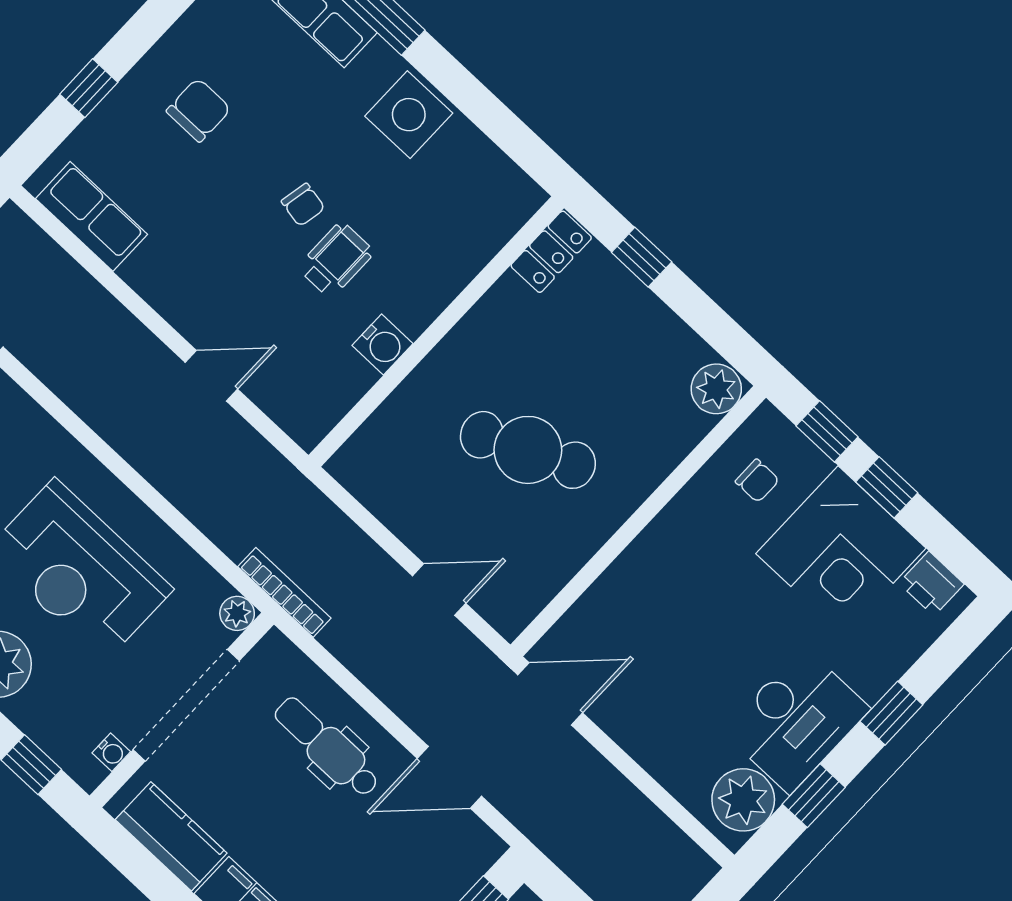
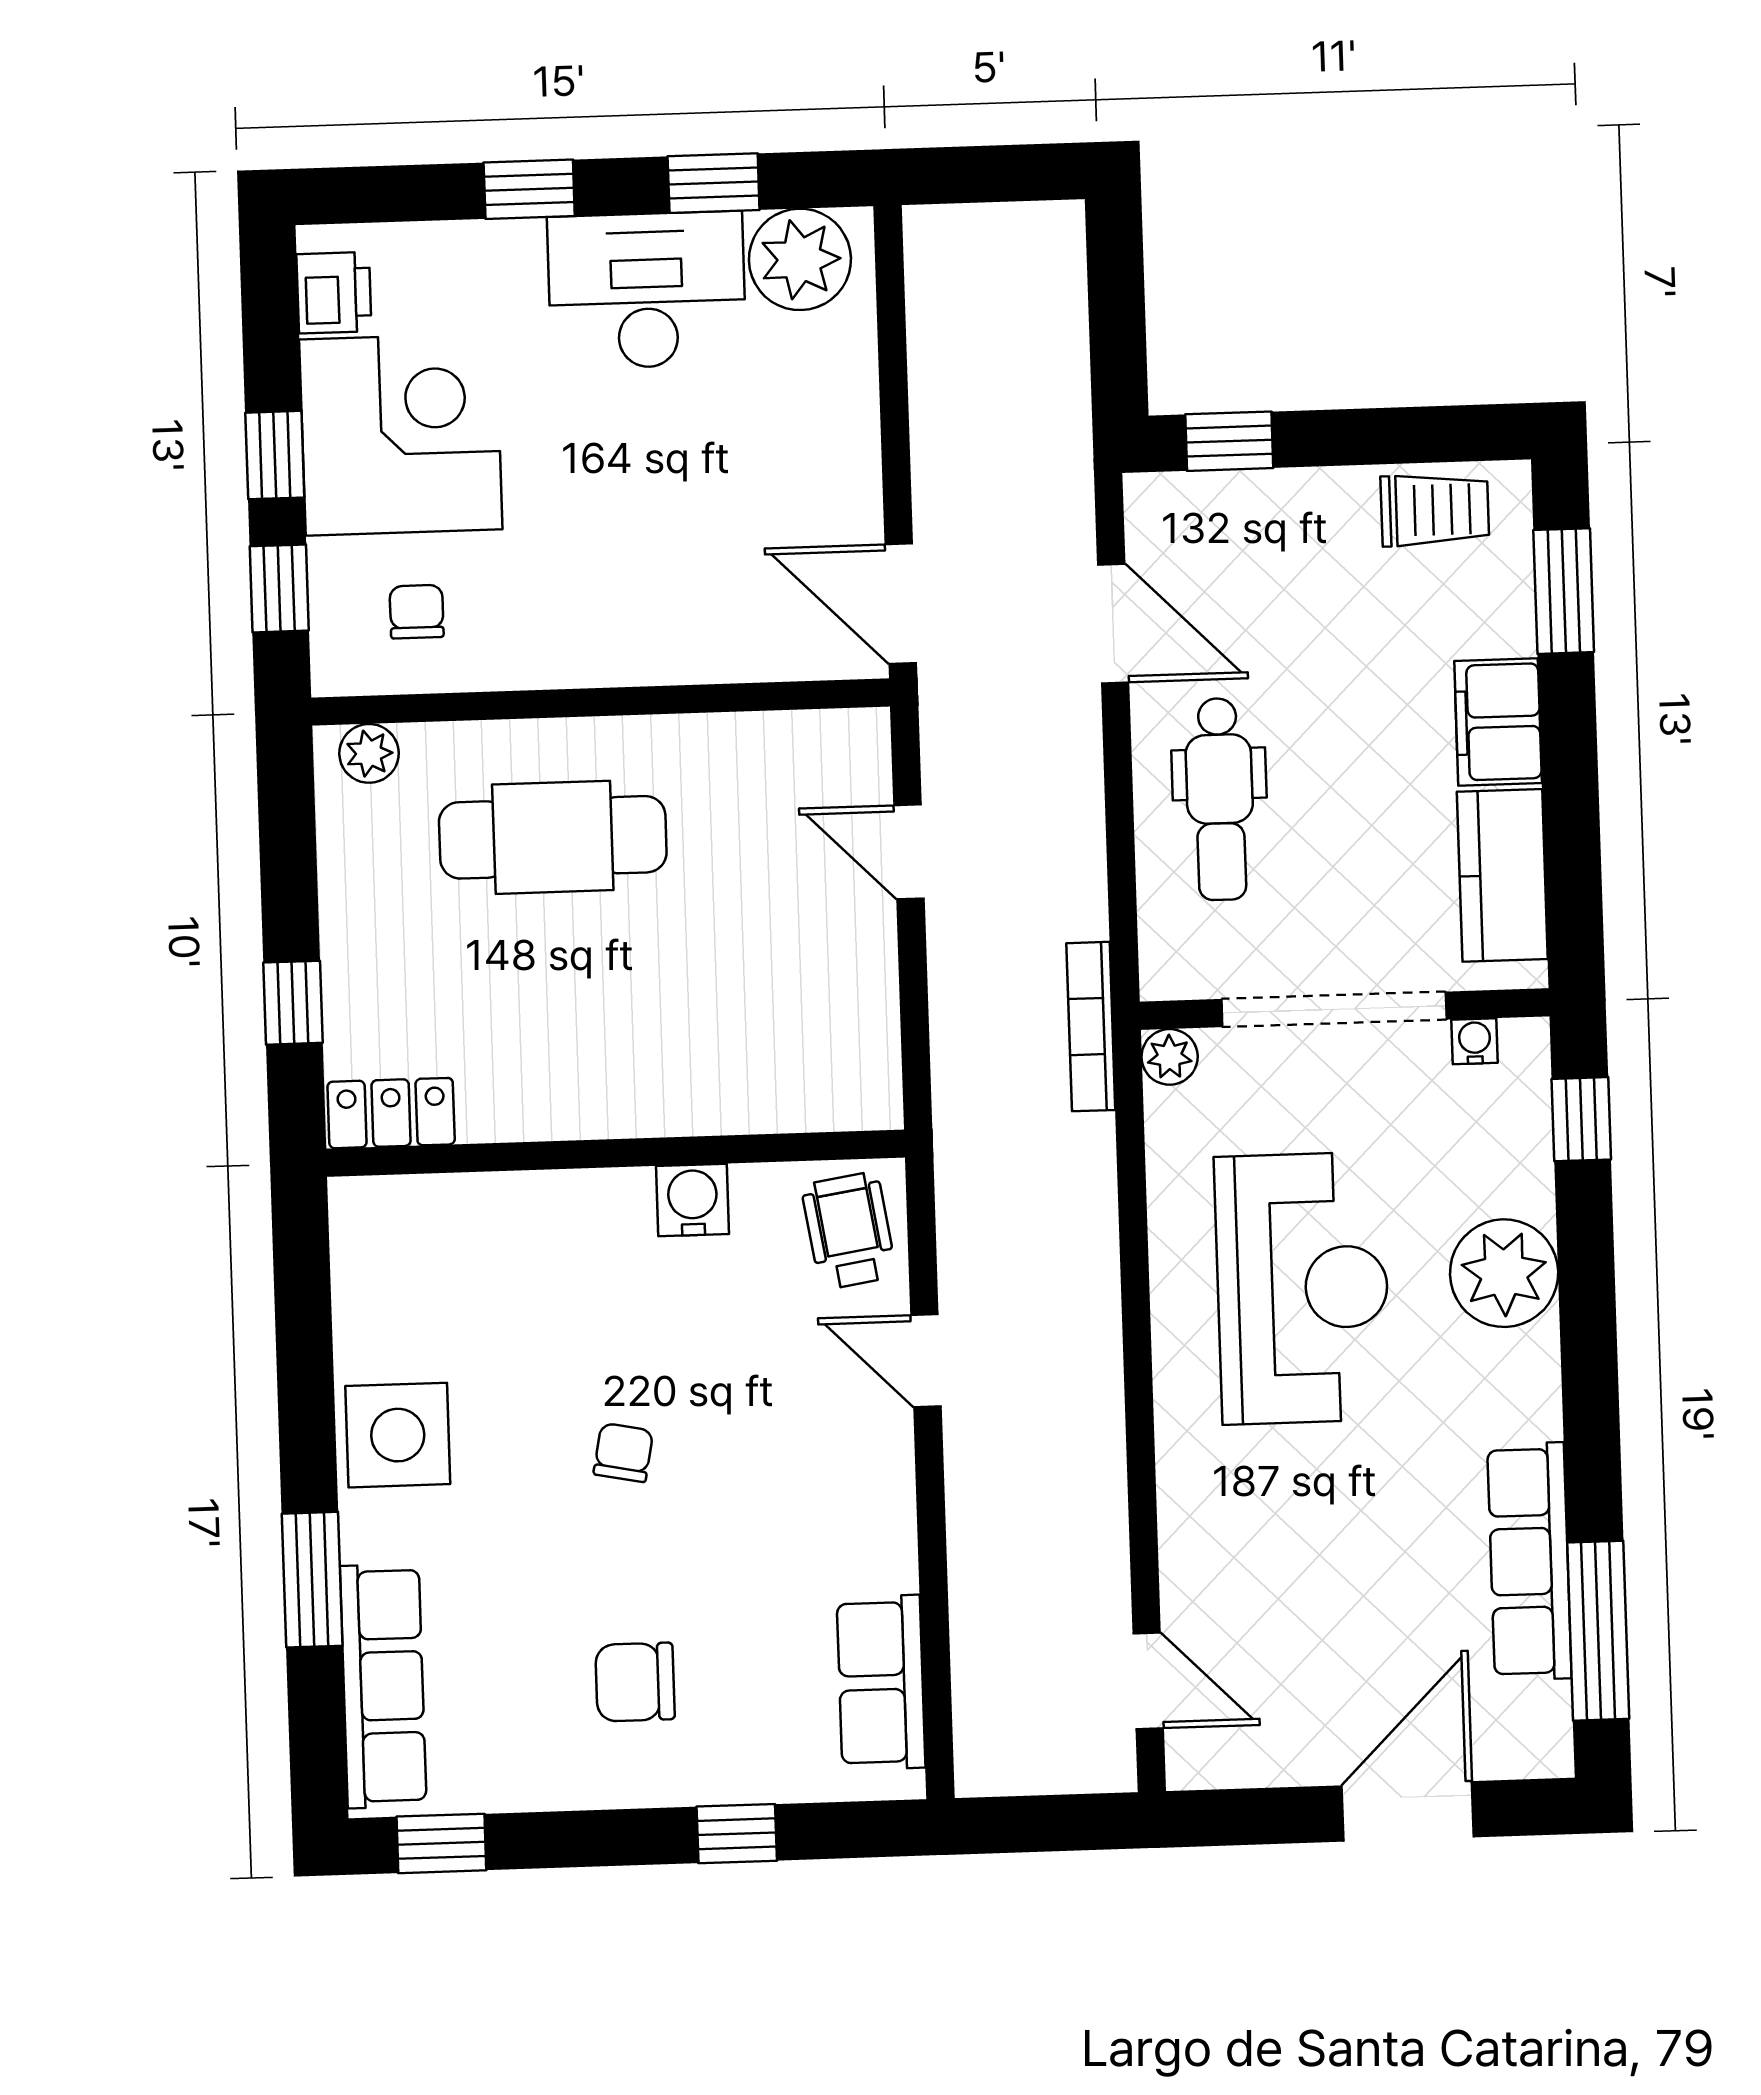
wheelchair: (336, 260) -> (849, 1231), moved, turned 81
plant: (716, 389) -> (369, 753), width x0.73, depth x0.73
cafe table: (528, 450) -> (553, 837), moved, turned -65

